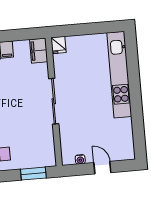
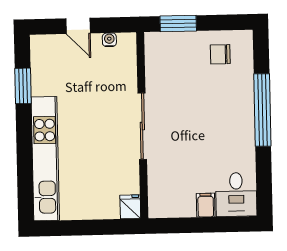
filing cabinet: (39, 51) -> (160, 201), removed
window: (138, 124) -> (23, 86), added

